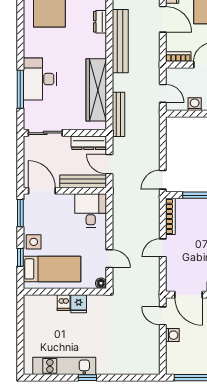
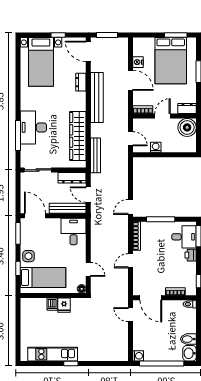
washing machine: (172, 335) -> (138, 356), moved

